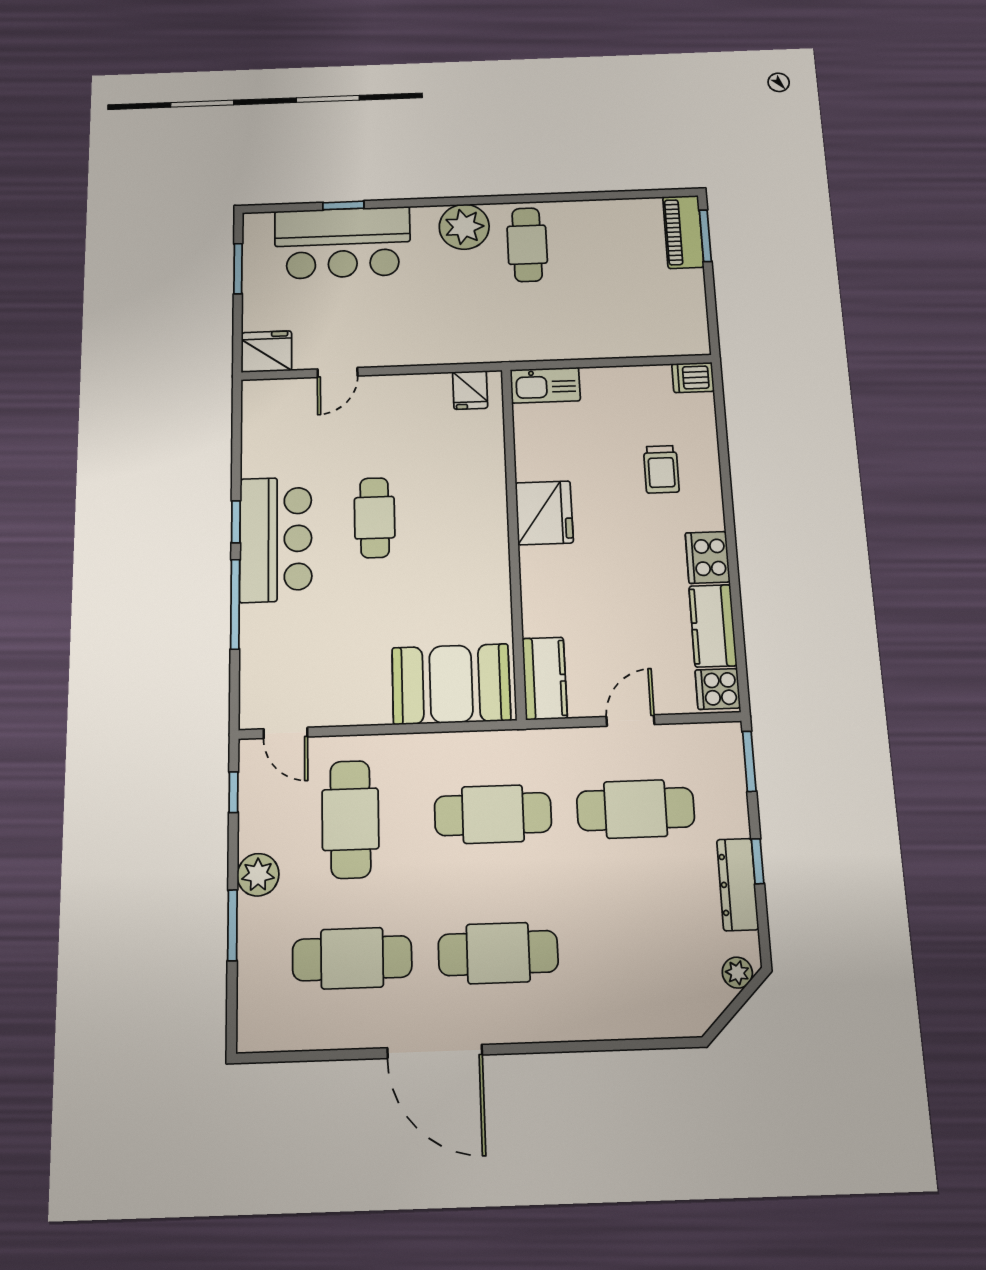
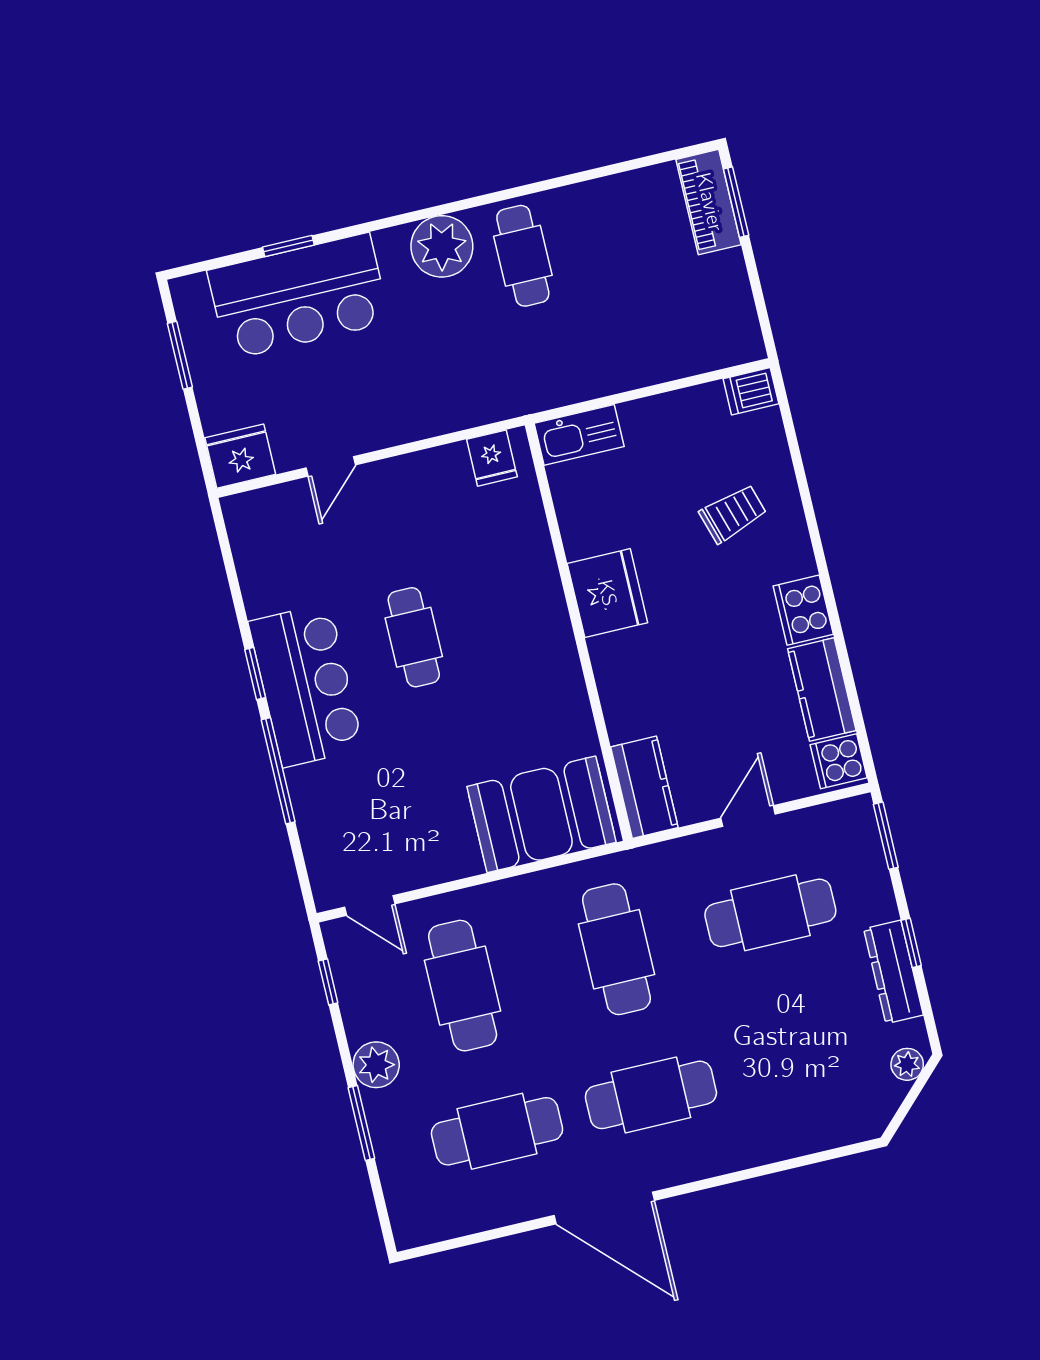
trolley: (661, 469) -> (733, 514), turned -107
cafe table: (493, 814) -> (616, 949), turned 90

